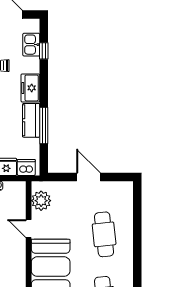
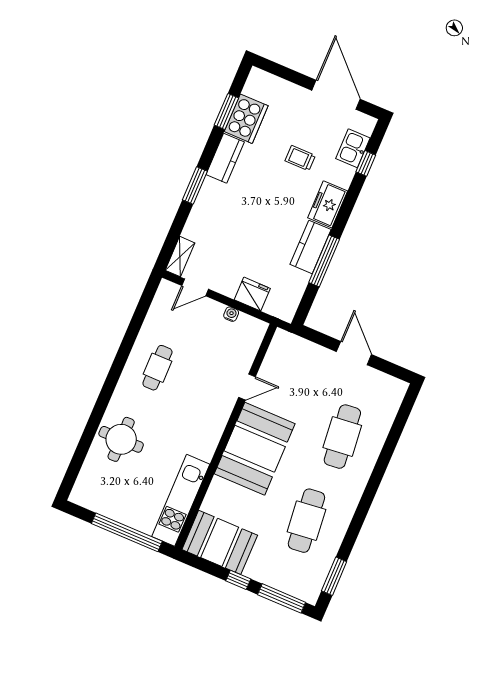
dishwasher: (26, 167) -> (278, 306), removed
plant: (41, 201) -> (279, 358), removed
door: (29, 229) -> (247, 387), swing flipped

